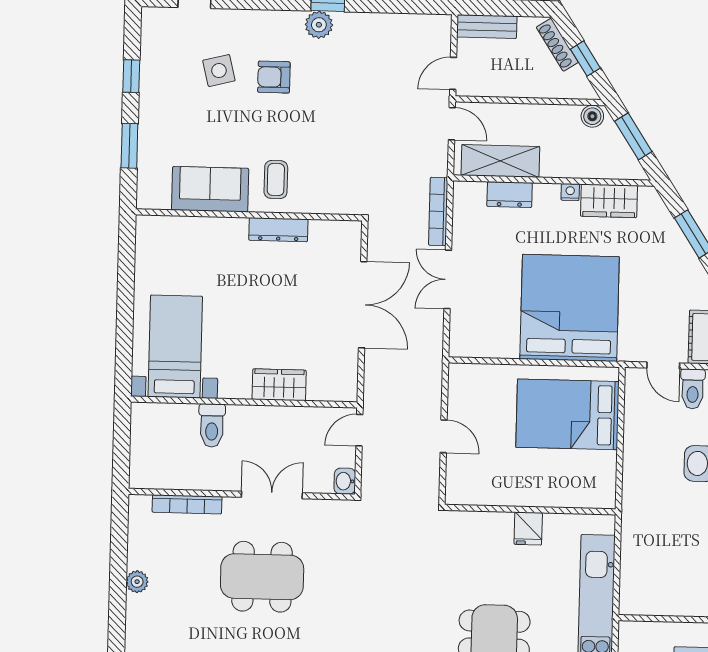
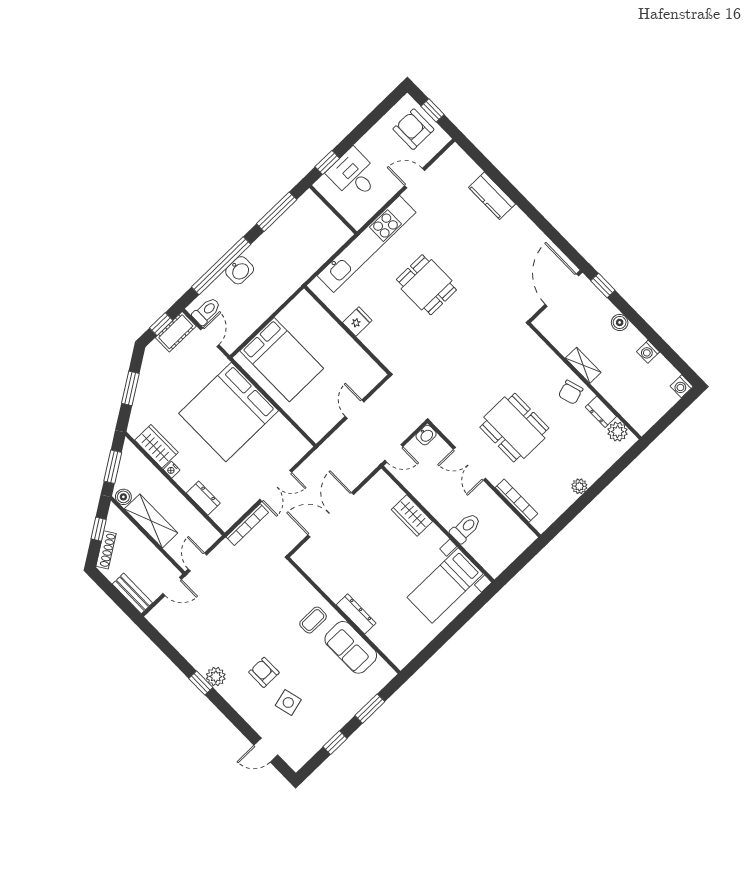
armchair: (274, 77) -> (264, 672), turned 180
shelving: (500, 161) -> (151, 521), moved
dresser: (278, 230) -> (356, 614), moved

